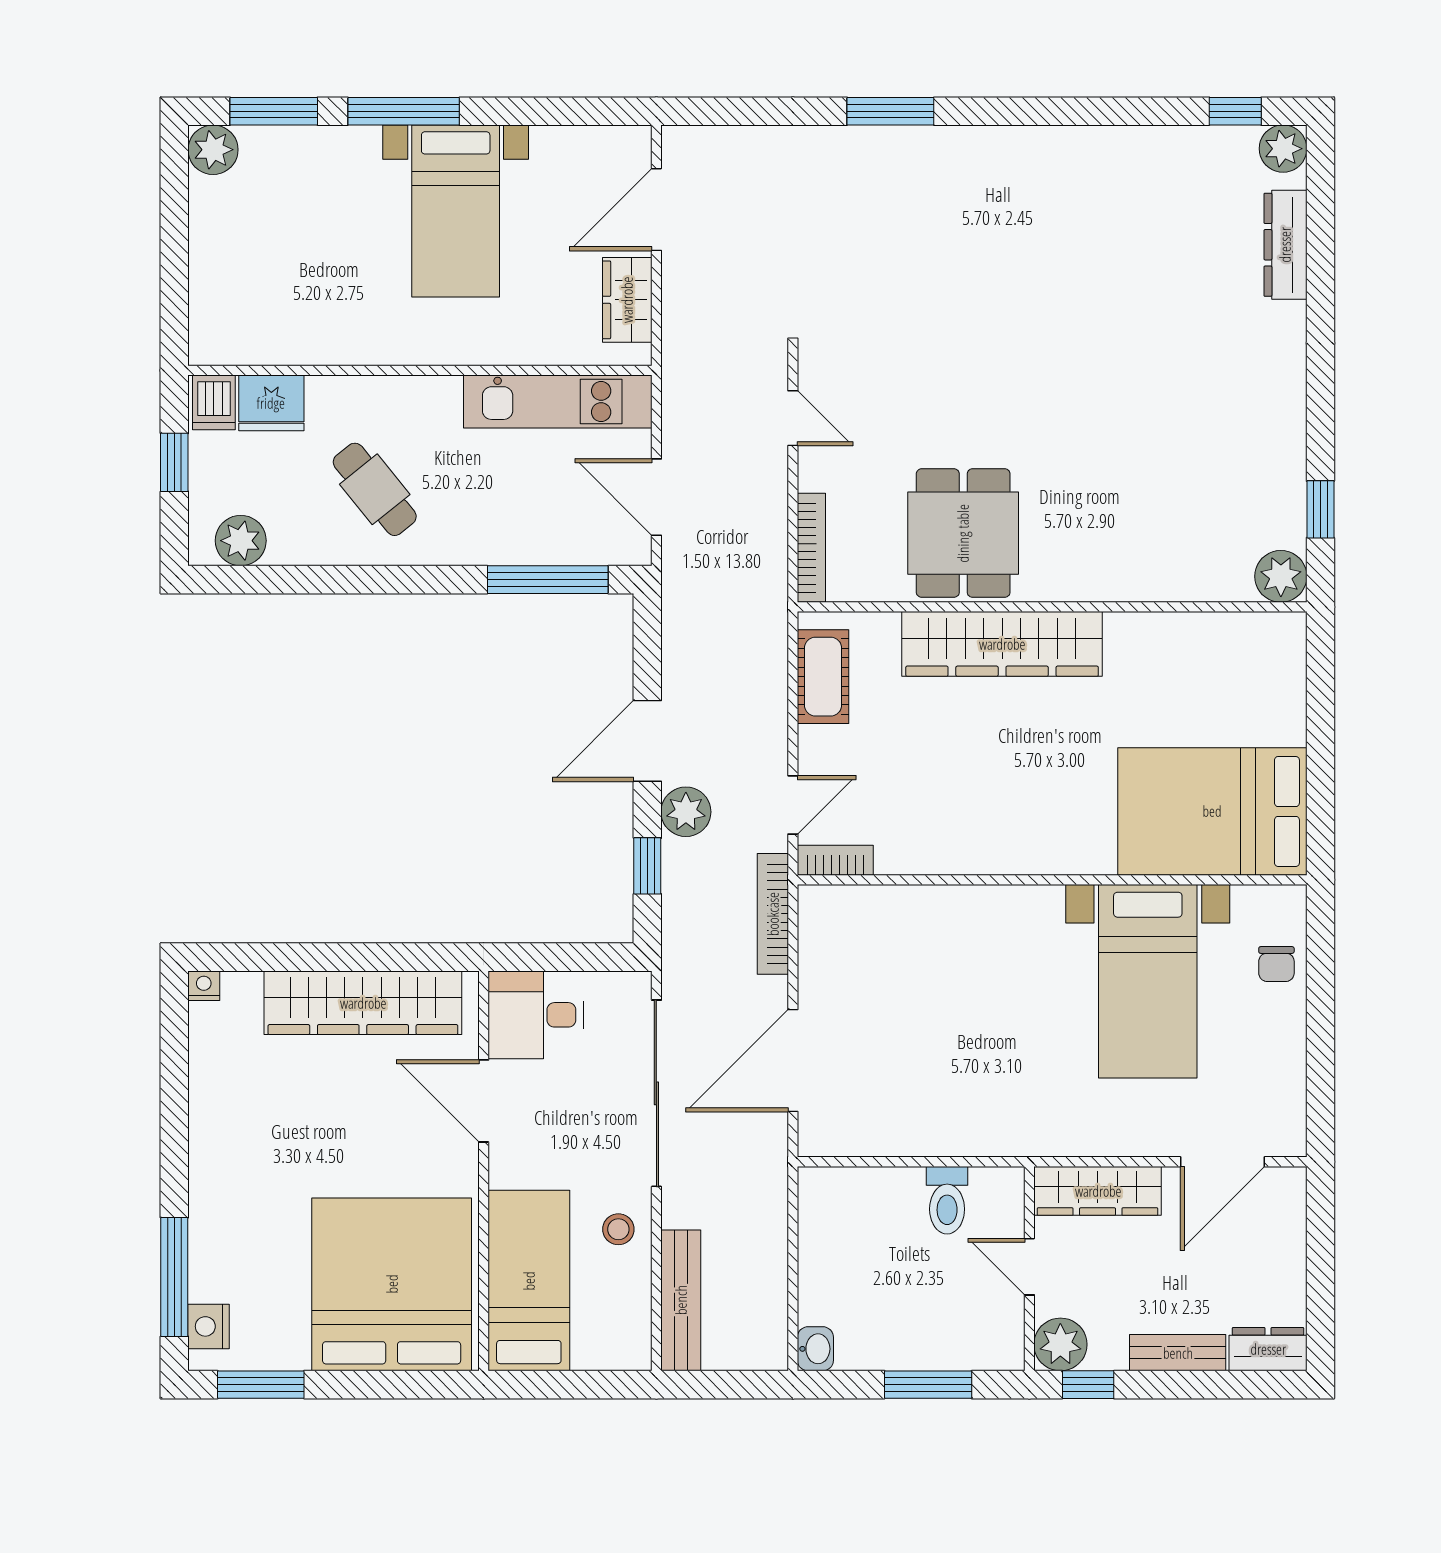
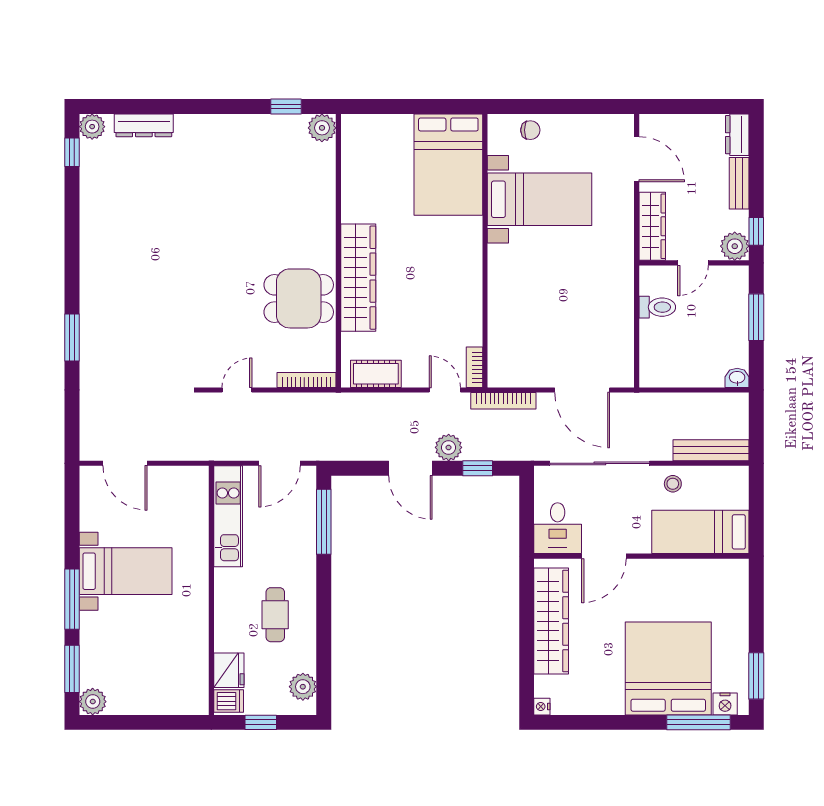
wardrobe: (627, 300) -> (173, 479), removed
cafe table: (375, 489) -> (275, 615), turned -51
bed: (392, 1284) -> (668, 668), moved, turned 90

